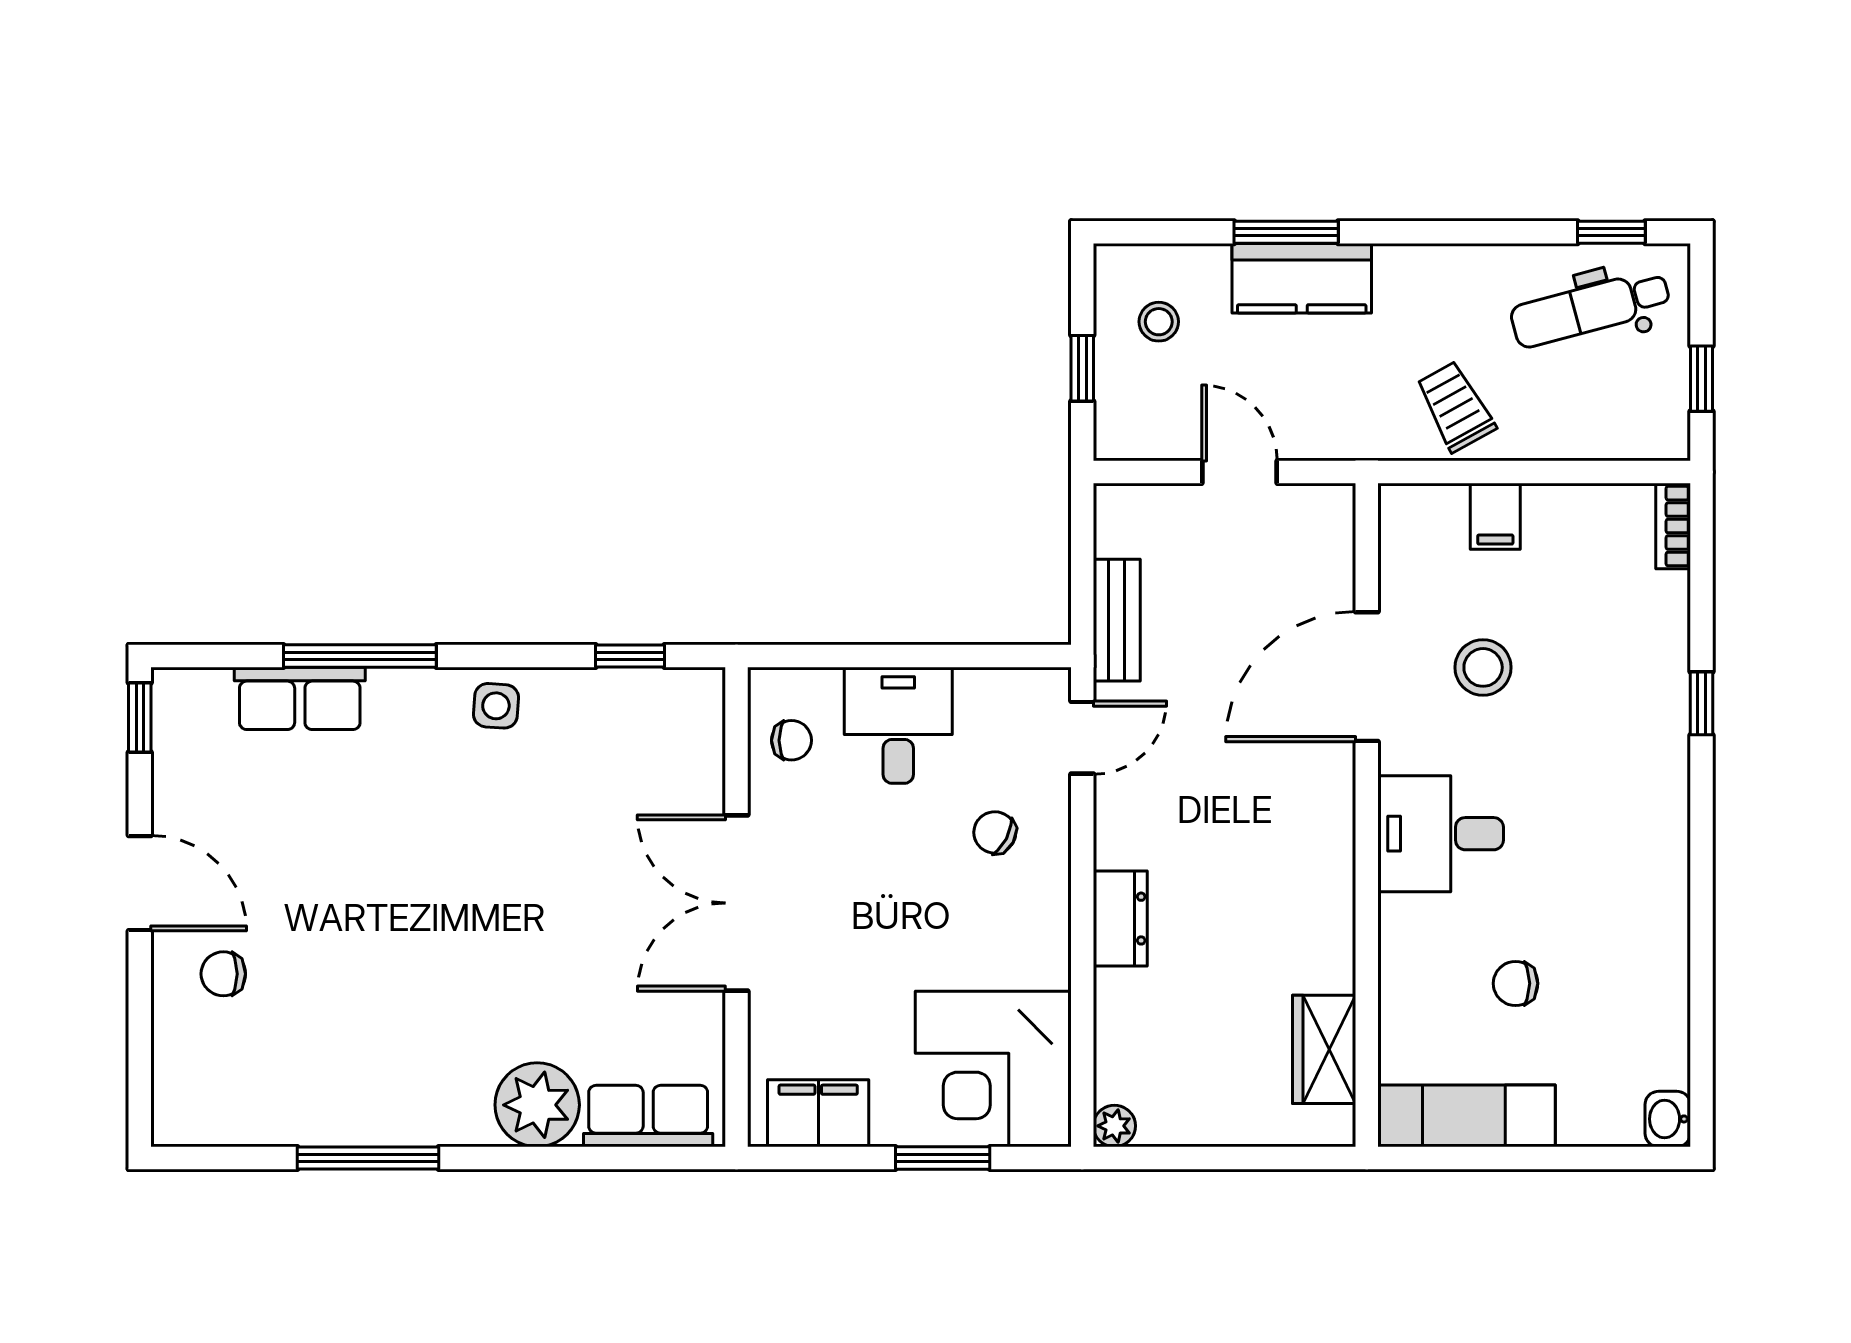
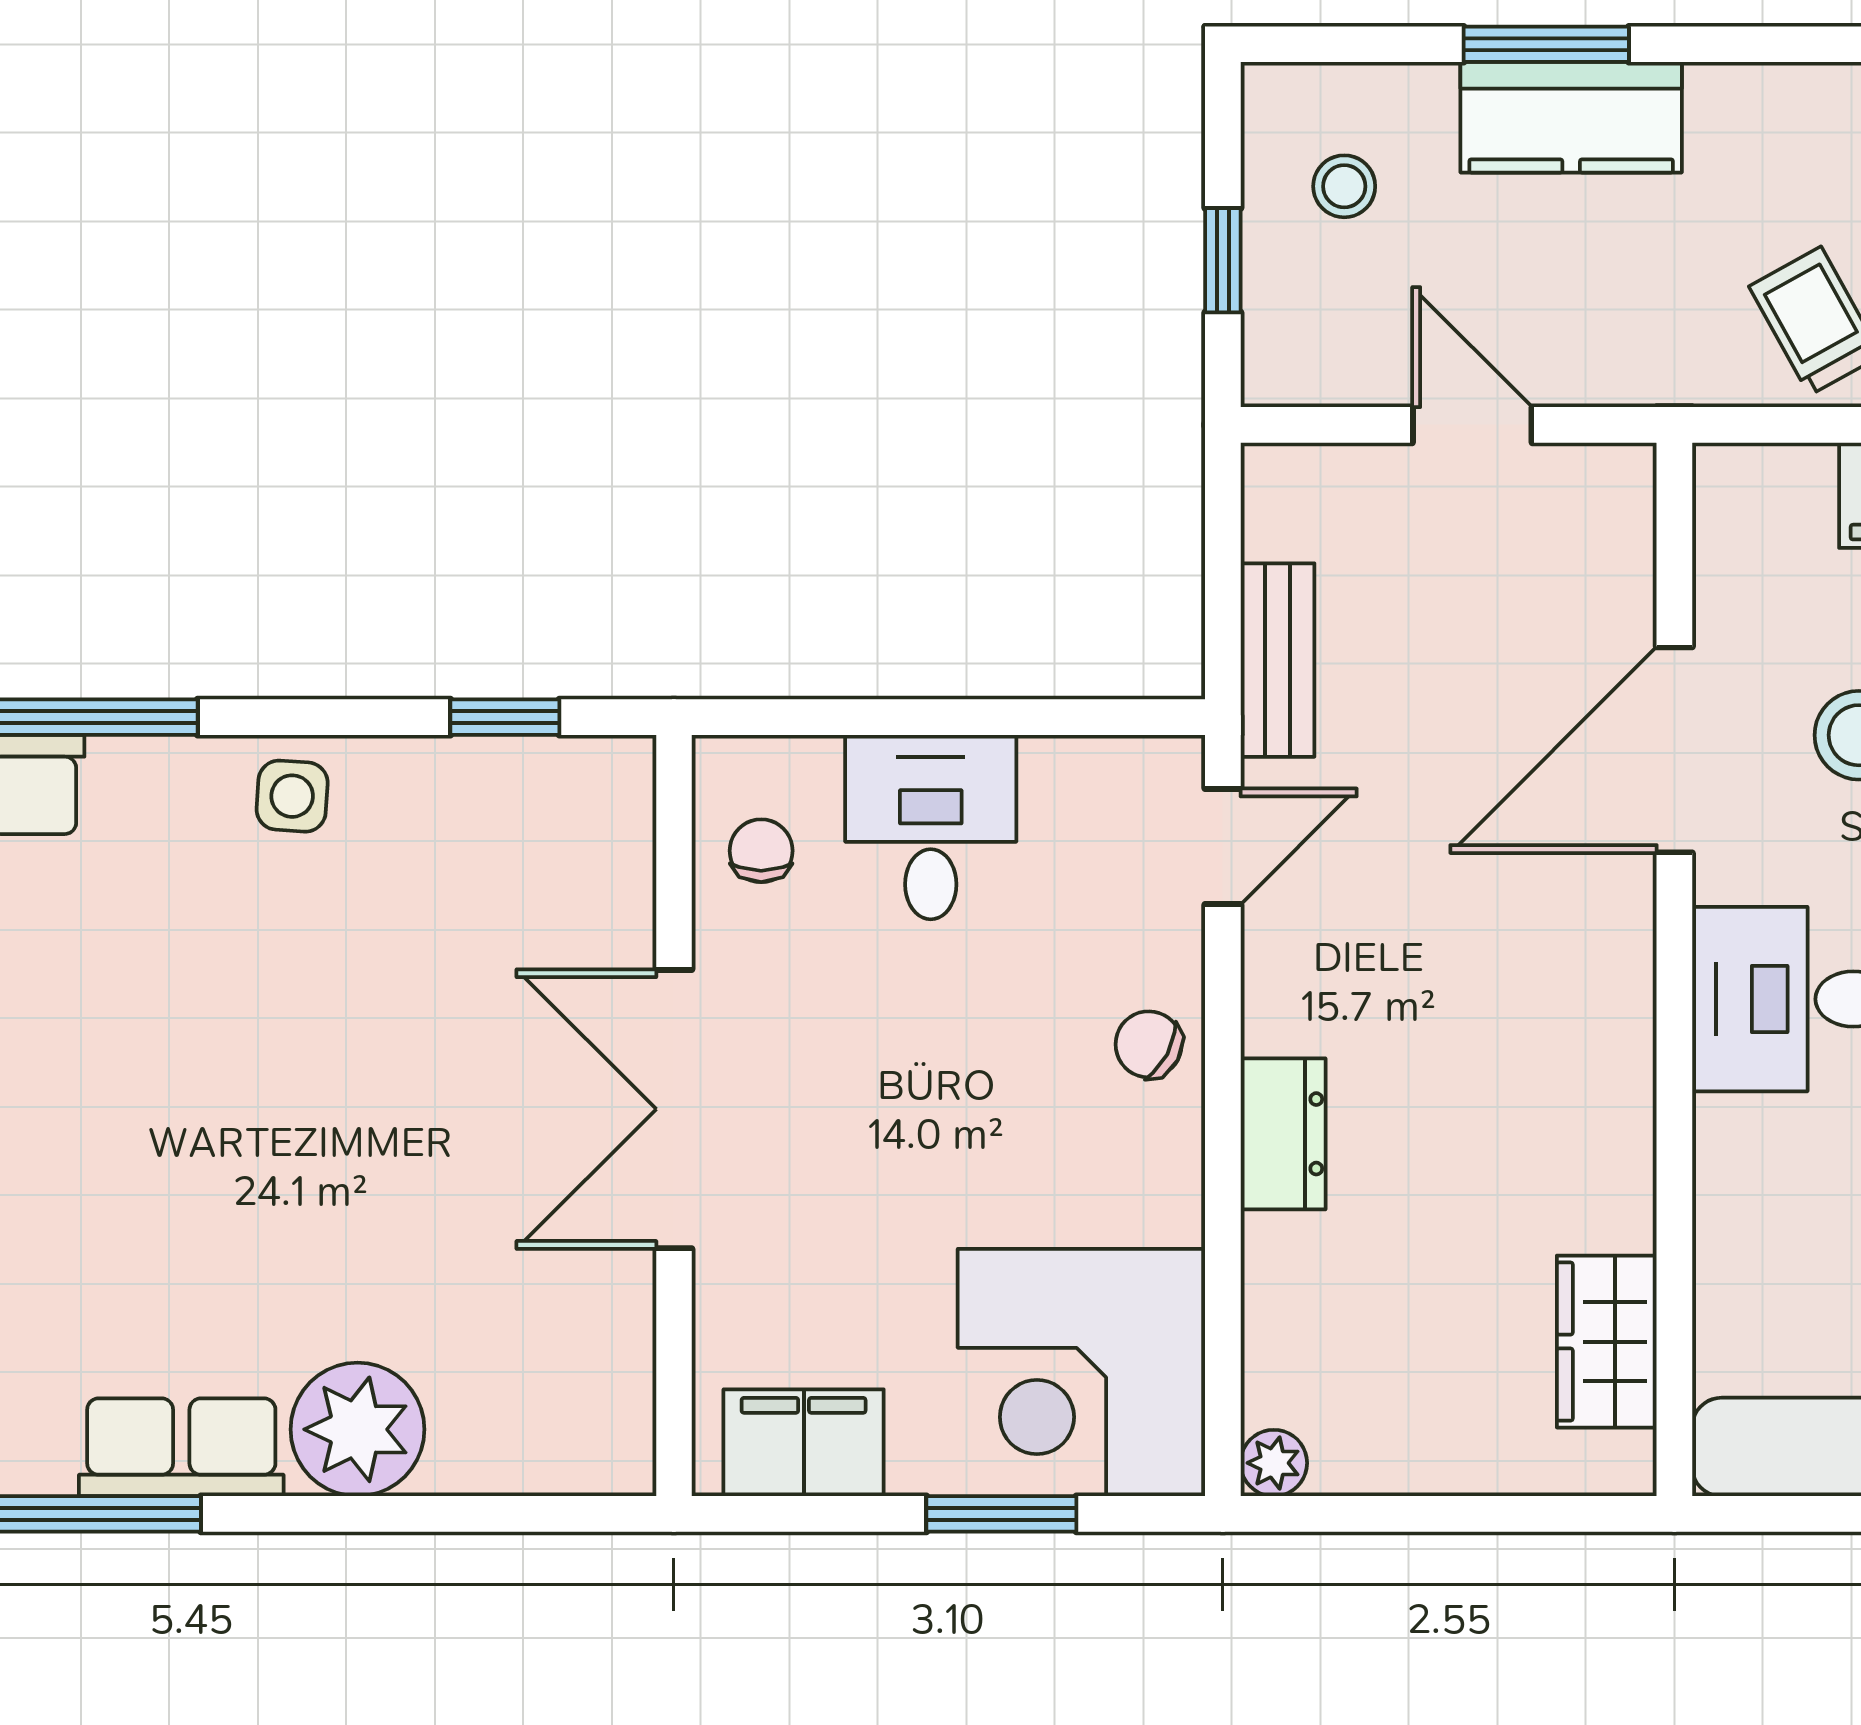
chair: (791, 740) -> (761, 851), turned -90
chair: (995, 832) -> (1149, 1044), moved
row of seats: (648, 1116) -> (181, 1447), moved

